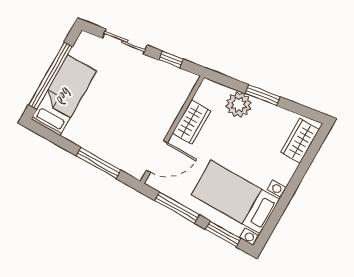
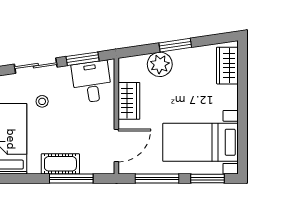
window: (171, 60) -> (83, 59), width x1.50
stool: (112, 77) -> (42, 101), added
desk: (167, 85) -> (92, 82), added
cot: (96, 144) -> (60, 164), added

